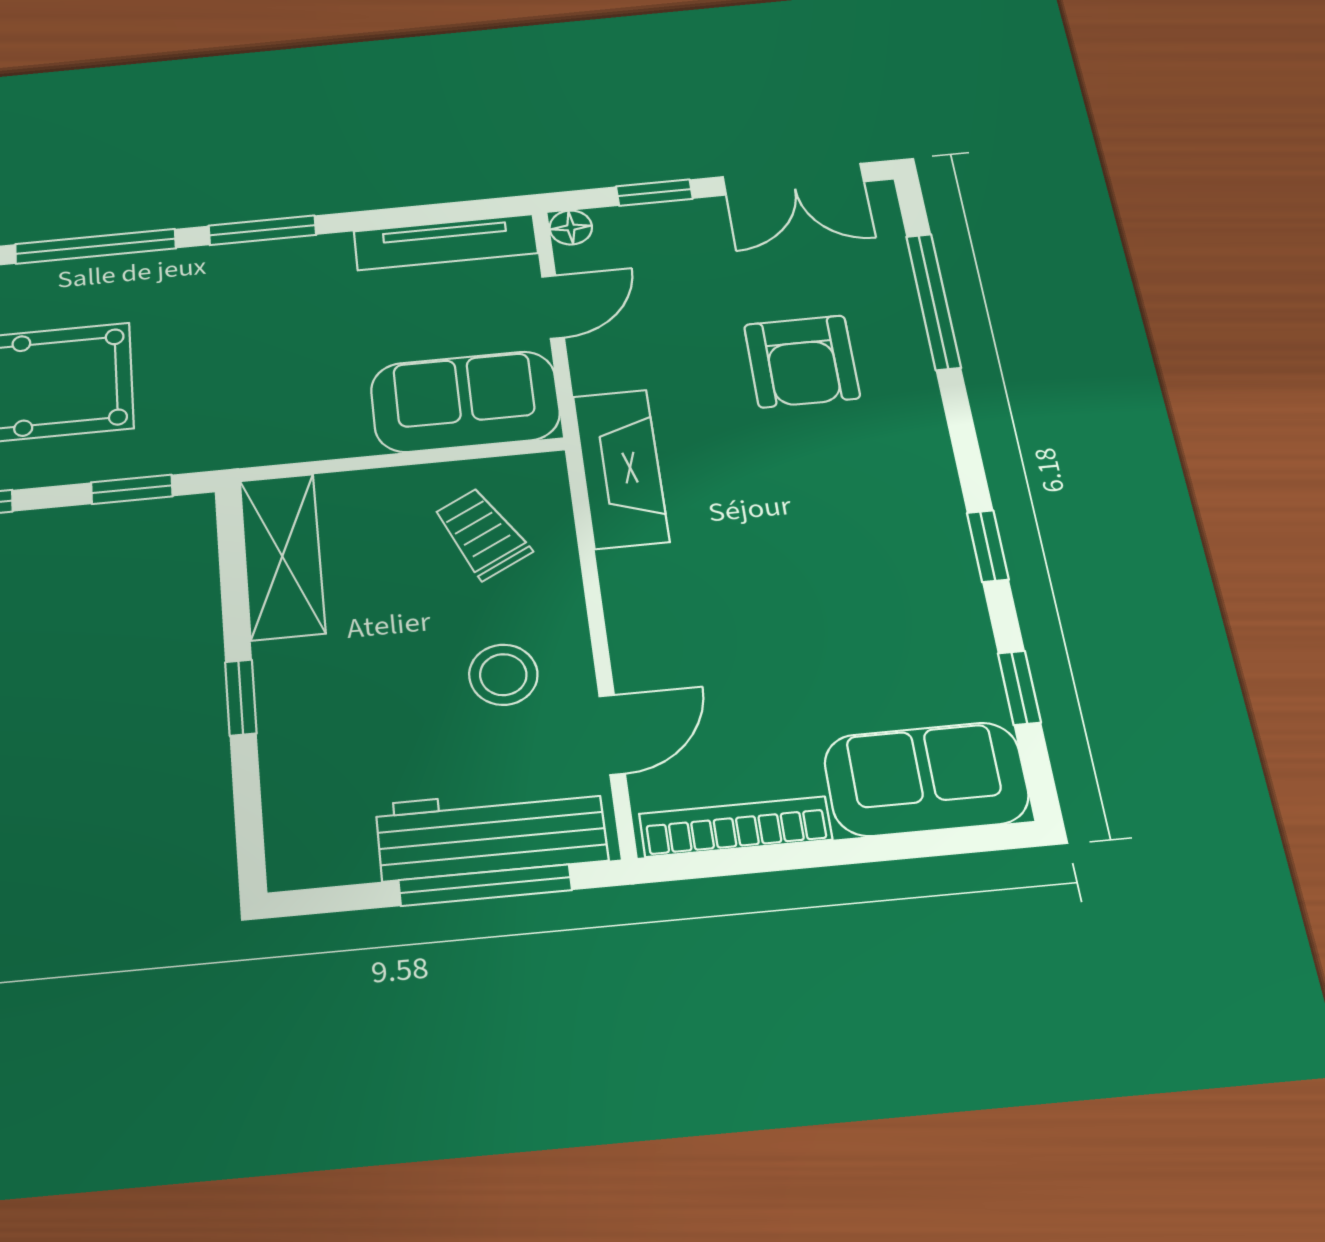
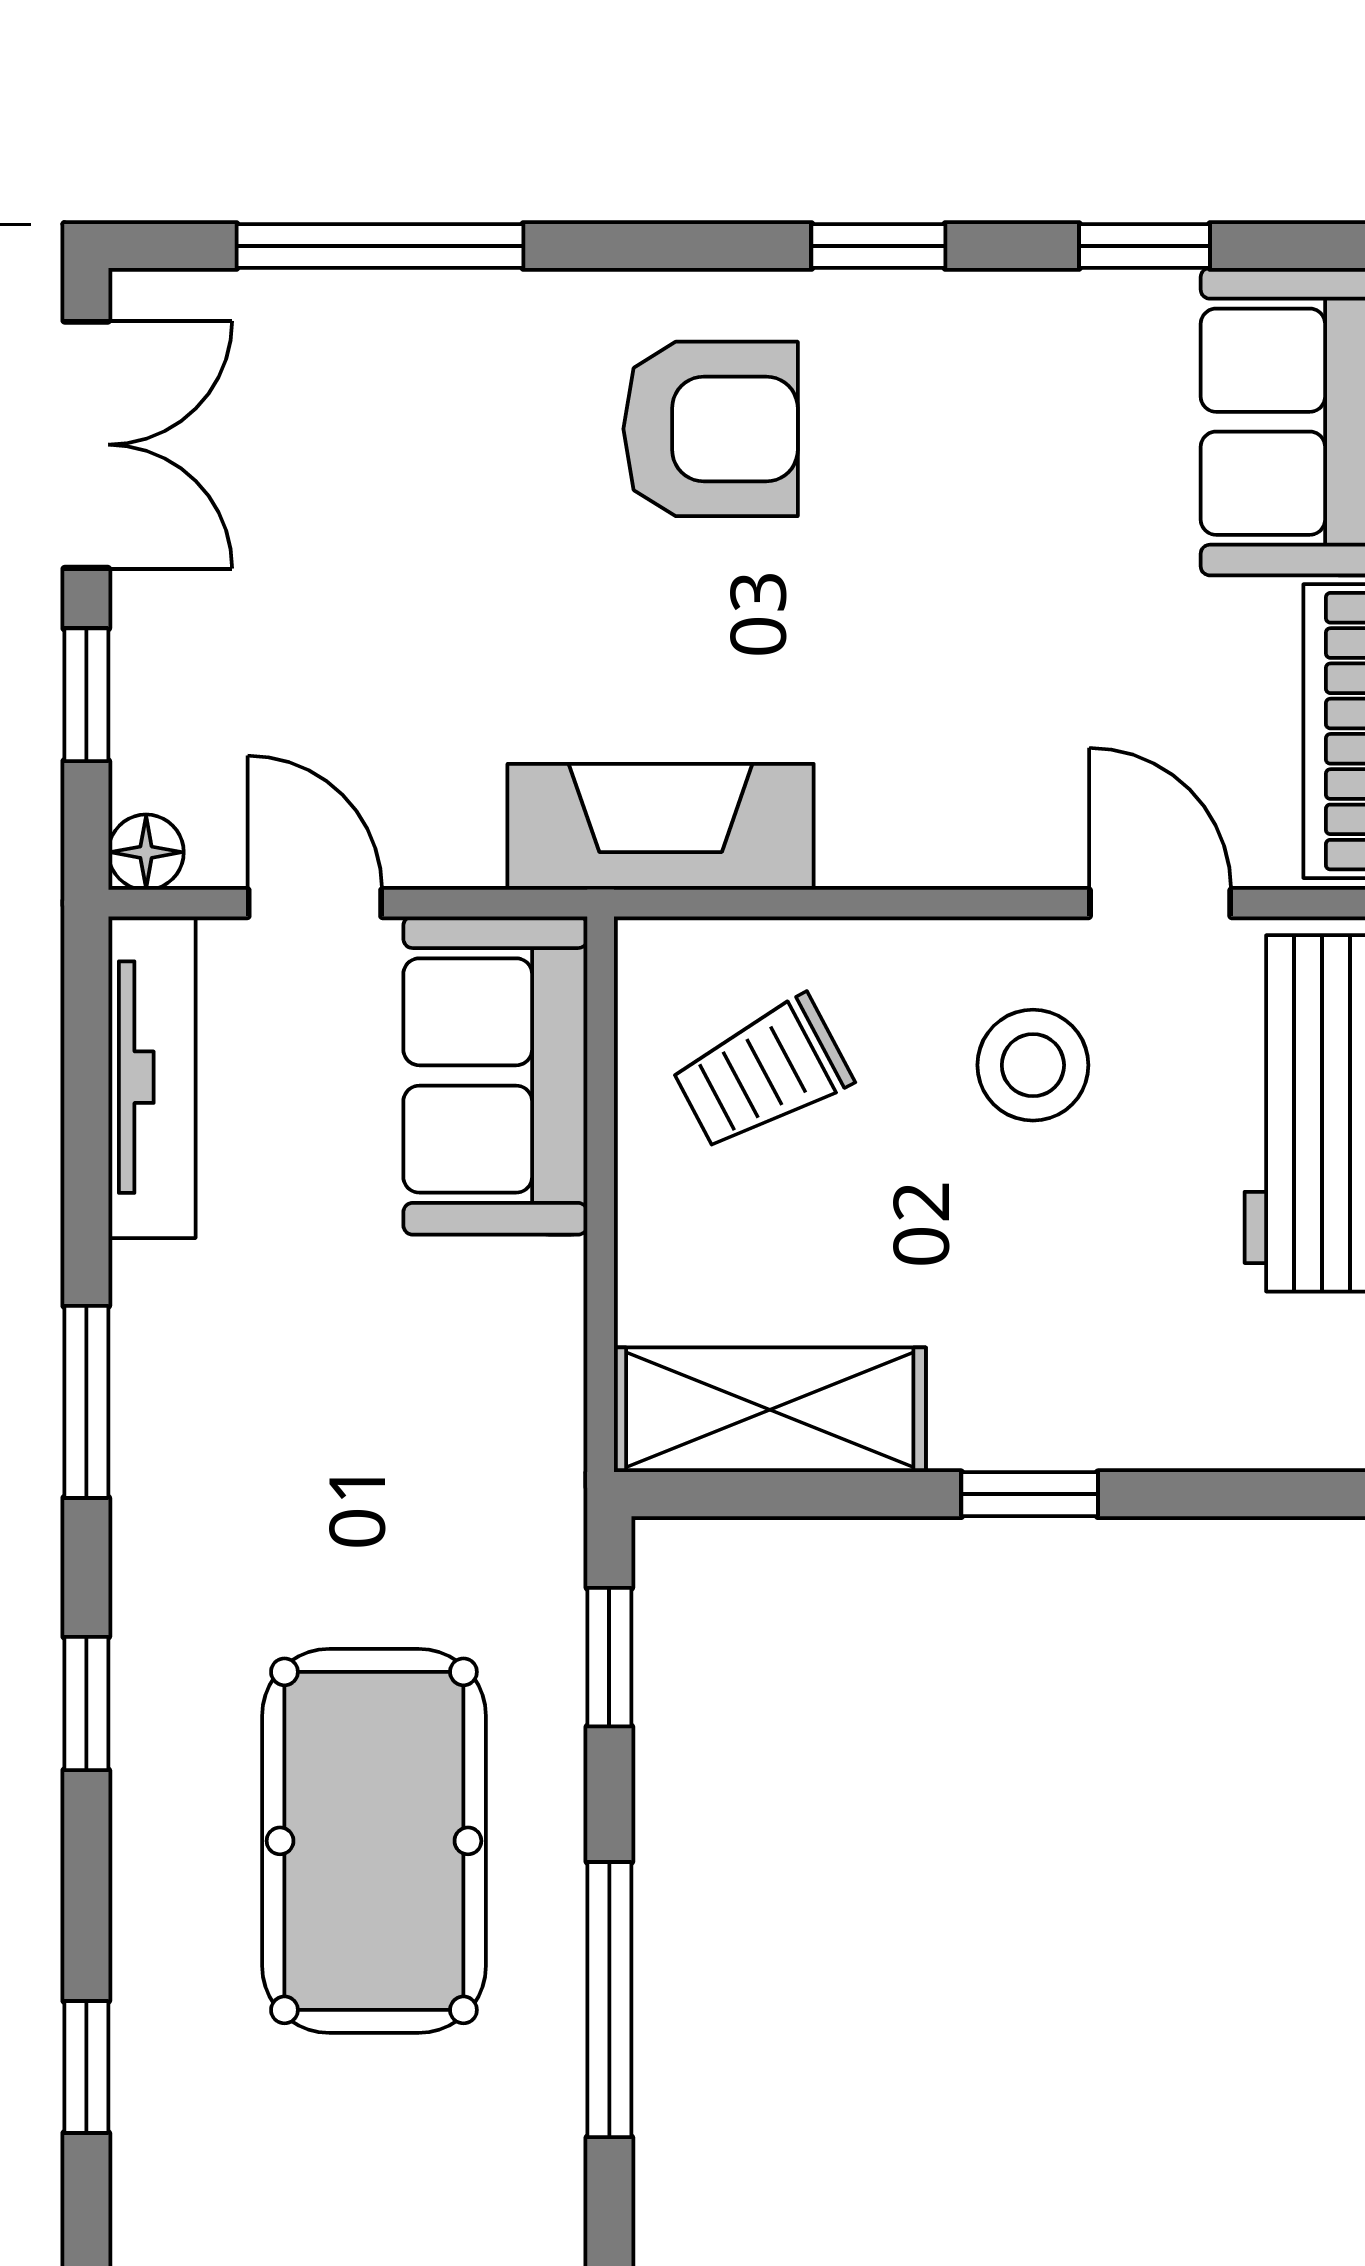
window: (95, 246) -> (86, 1703), width x0.46
armchair: (802, 361) -> (711, 429), moved

